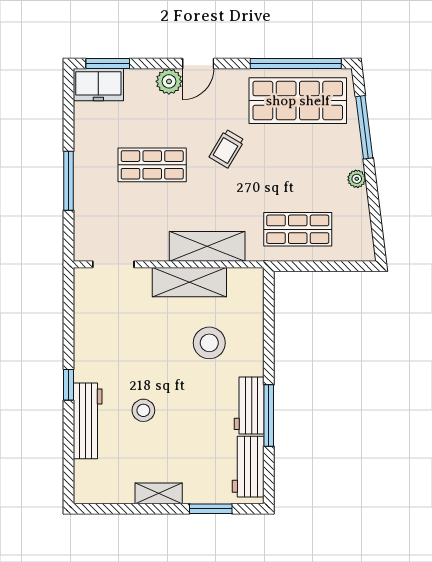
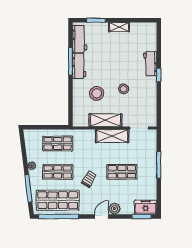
shop shelf: (298, 165) -> (58, 172), added
shelving: (207, 246) -> (112, 136), moved
stool: (143, 410) -> (124, 89), moved
workbench: (88, 421) -> (150, 64), width x0.73

